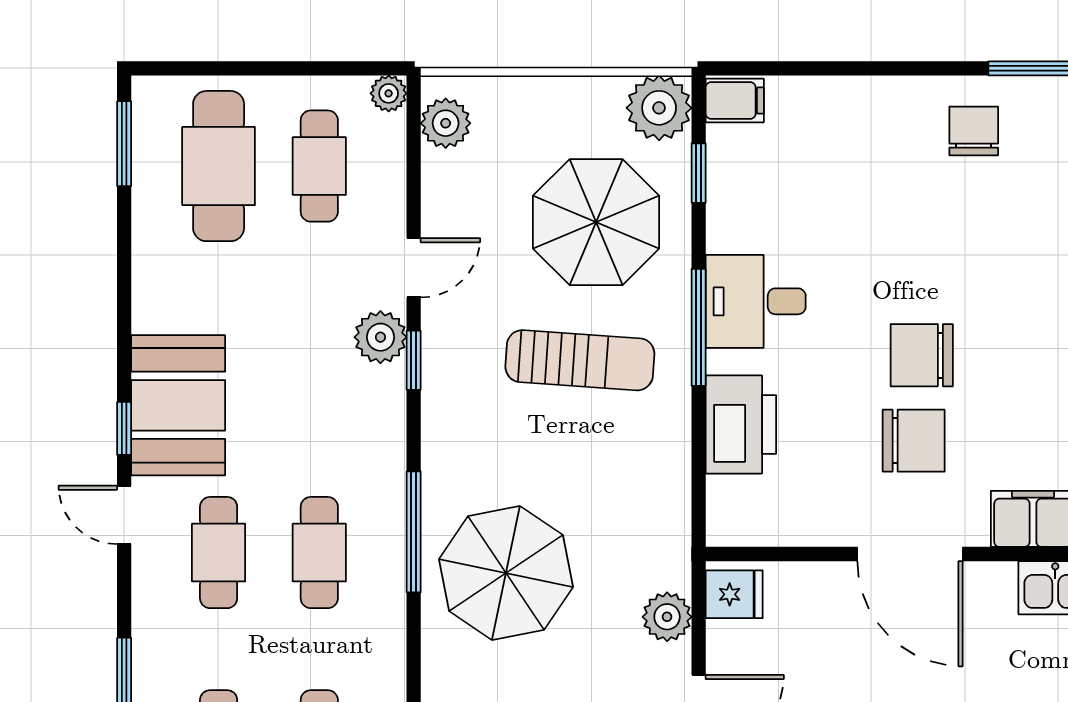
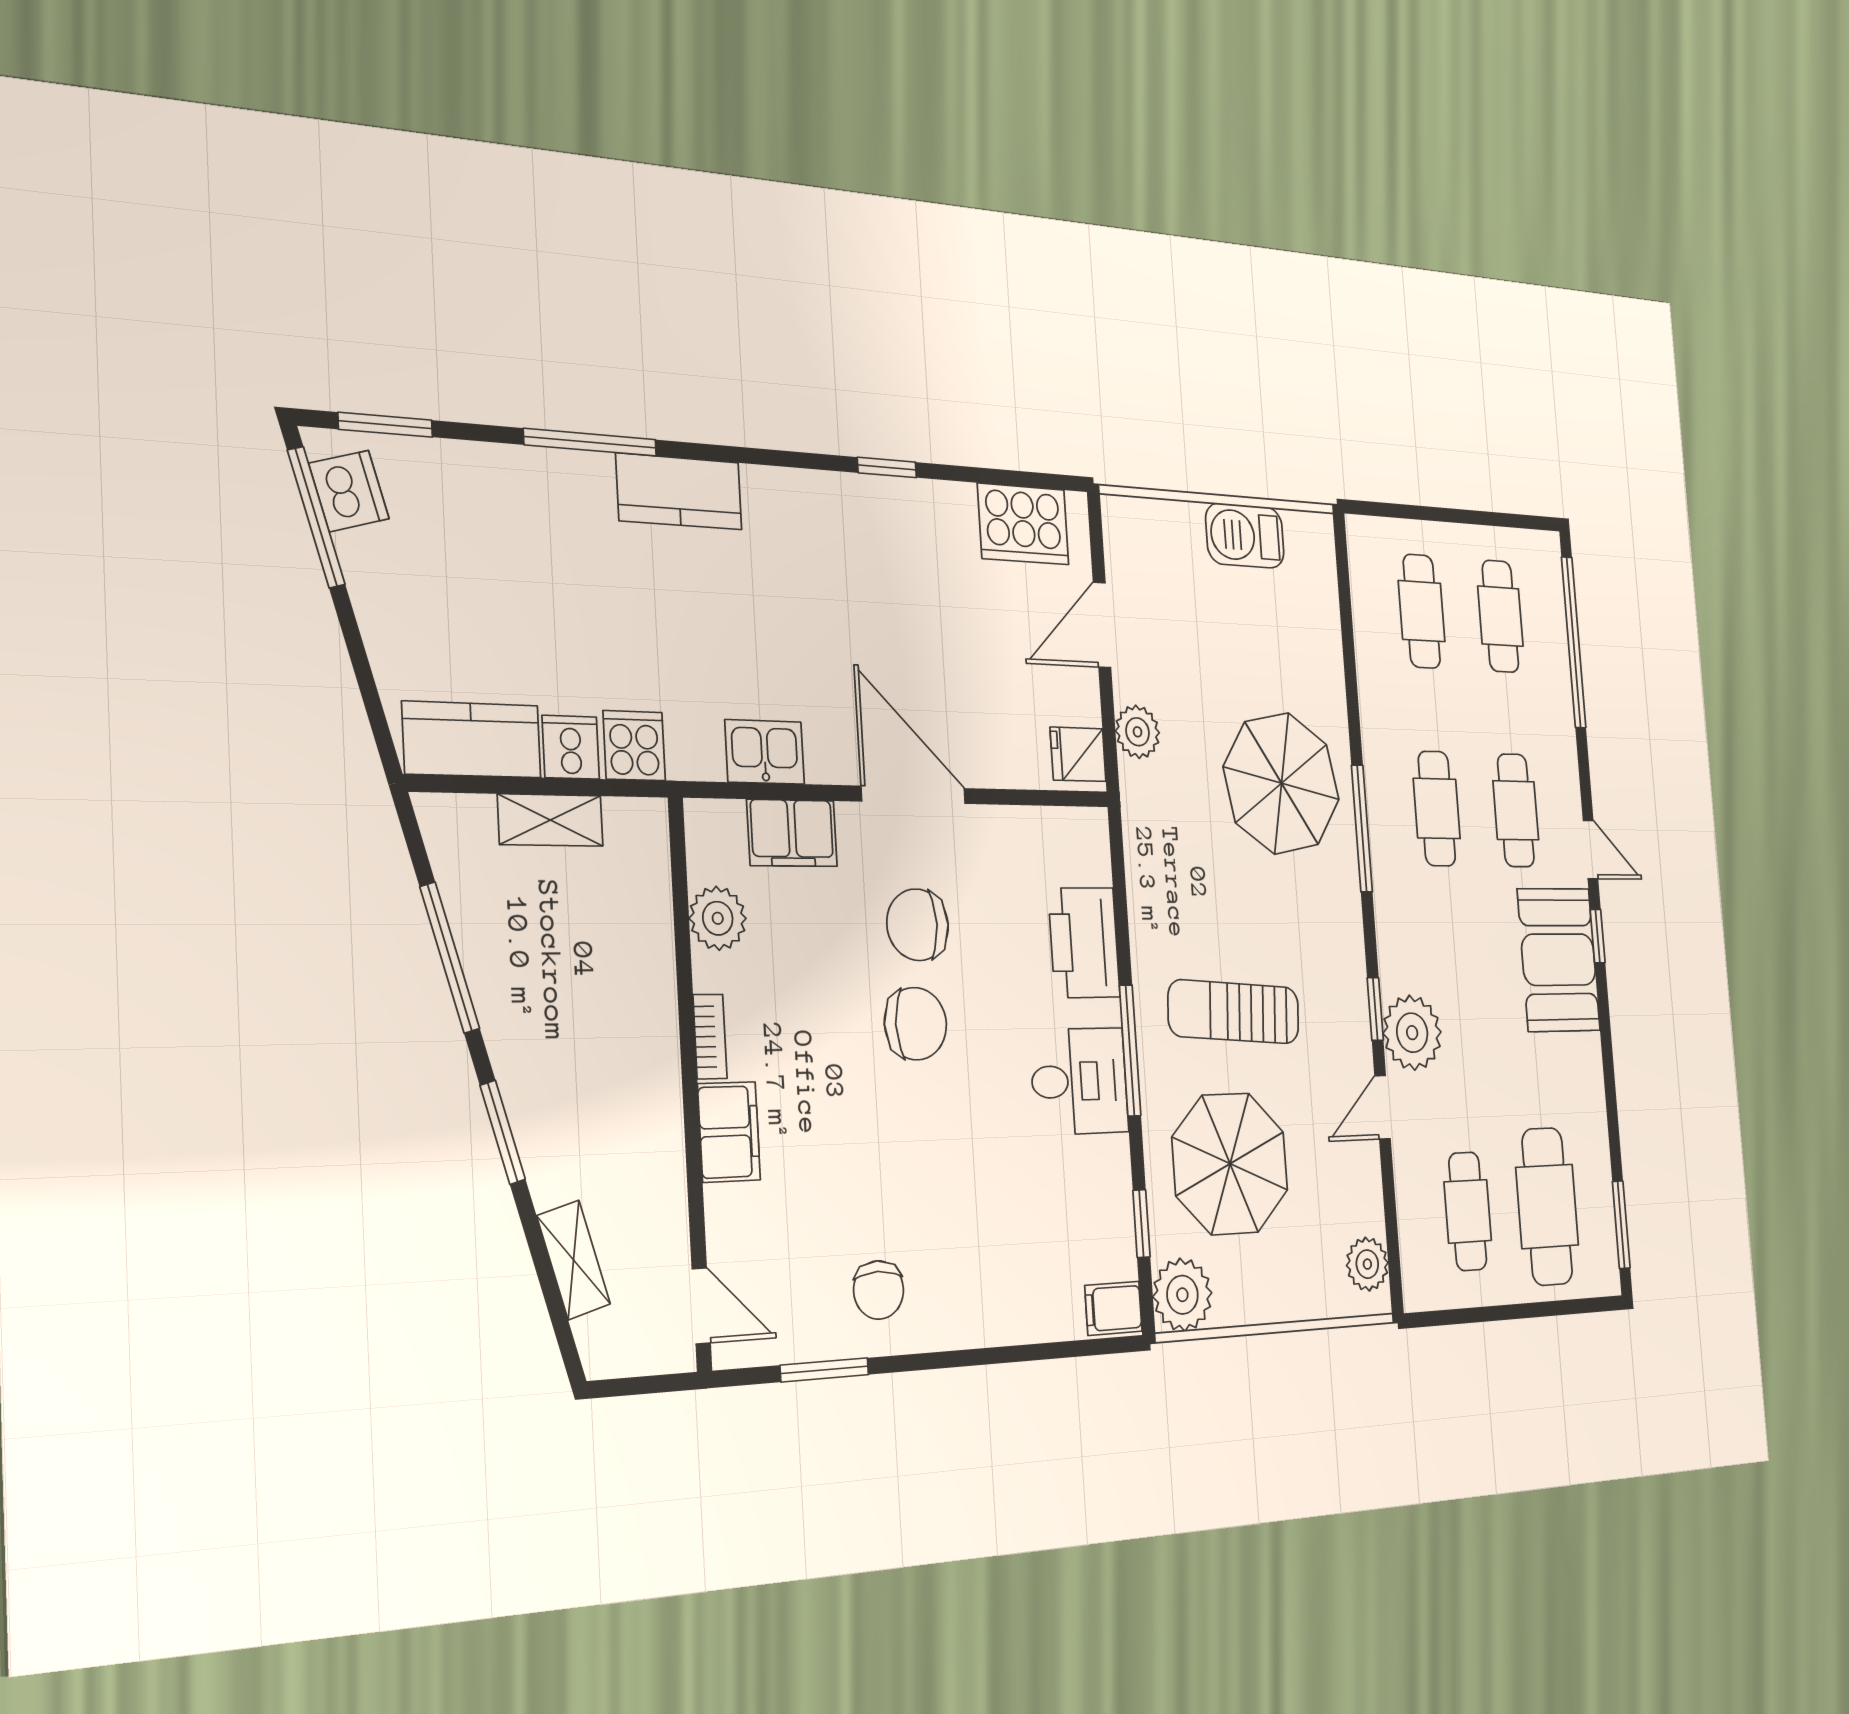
plant: (389, 93) -> (1417, 1293), removed
plant: (380, 337) -> (1412, 1033), width x1.36, depth x1.36

